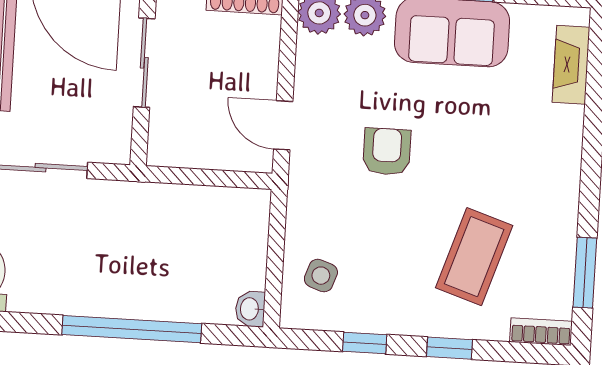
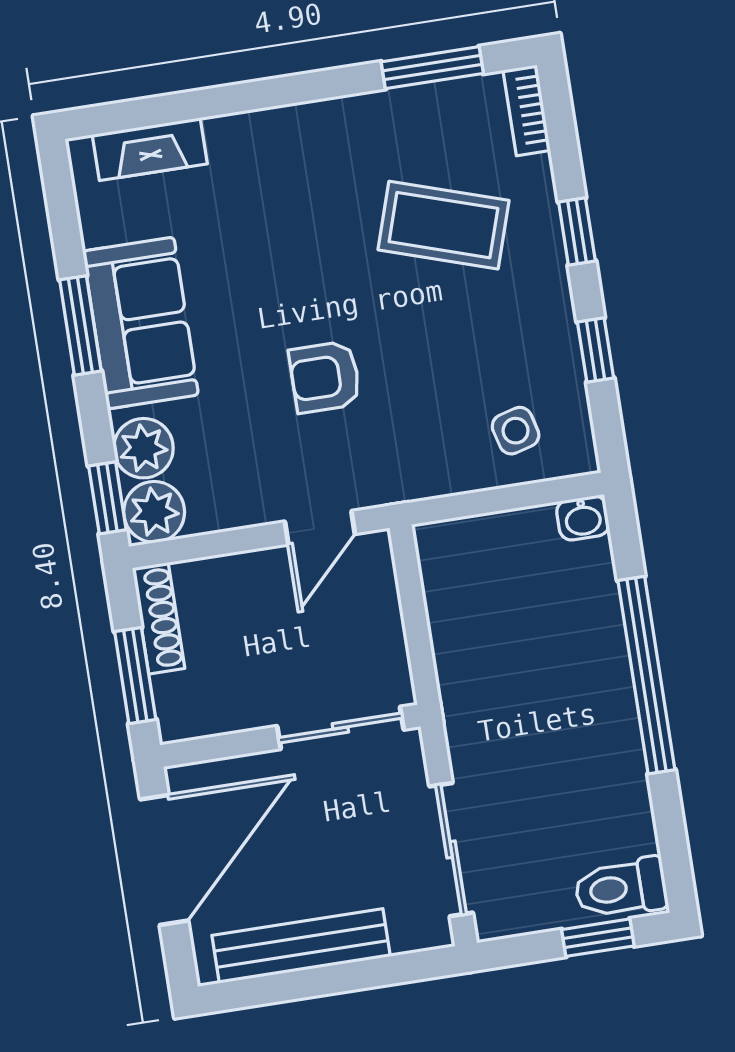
sliding door: (144, 63) -> (340, 728), moved
side table: (321, 276) -> (516, 431), turned -34

